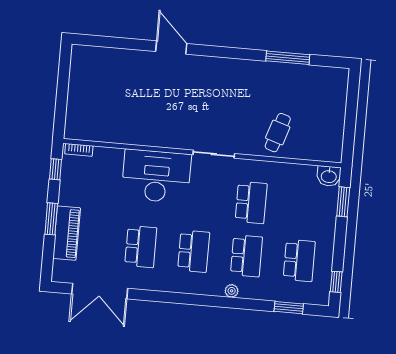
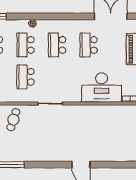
desk: (156, 176) -> (102, 88), moved

